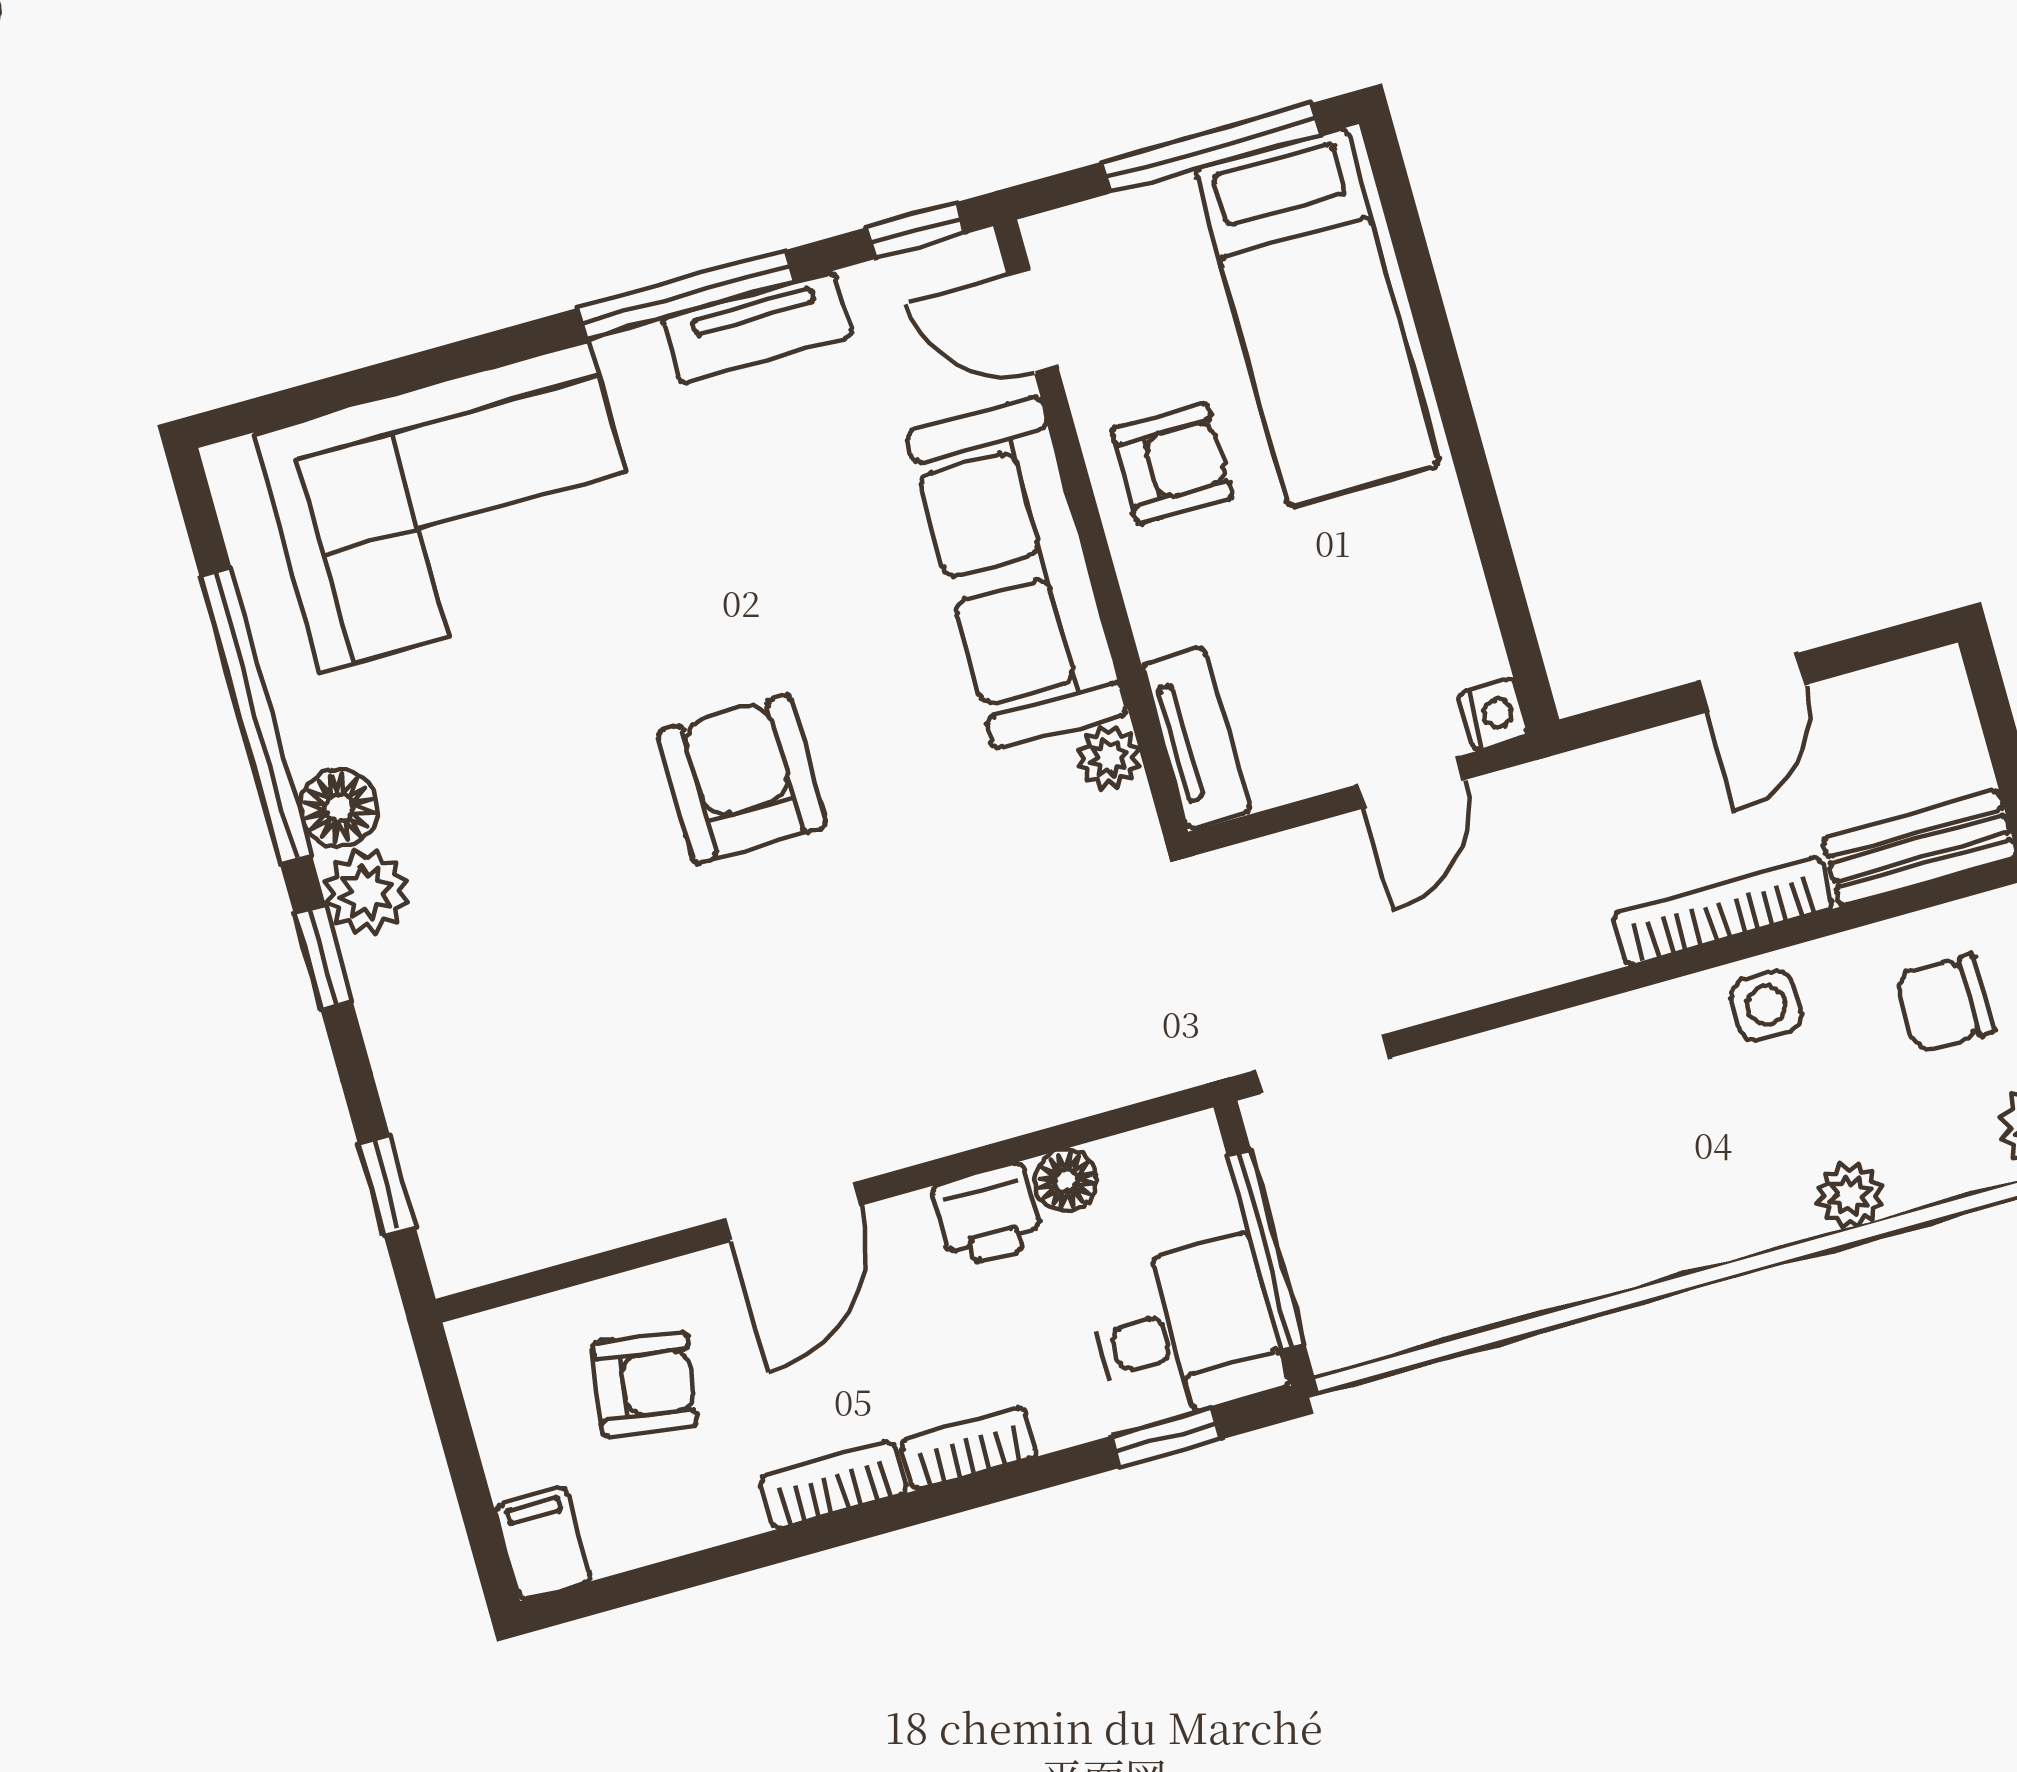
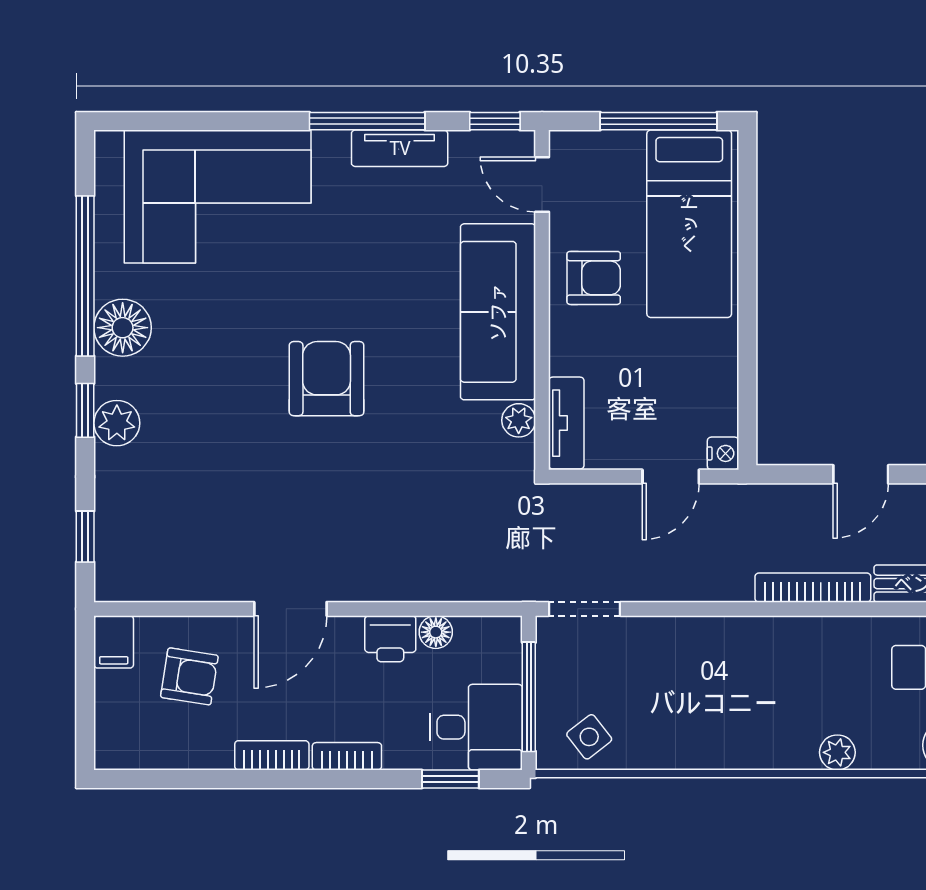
floor lamp: (339, 808) -> (123, 328), width x1.38, depth x1.38
plant: (366, 892) -> (117, 423), moved
side table: (1766, 1005) -> (589, 737), moved, turned -38
filing cabinet: (543, 1543) -> (114, 642), moved, turned 180

